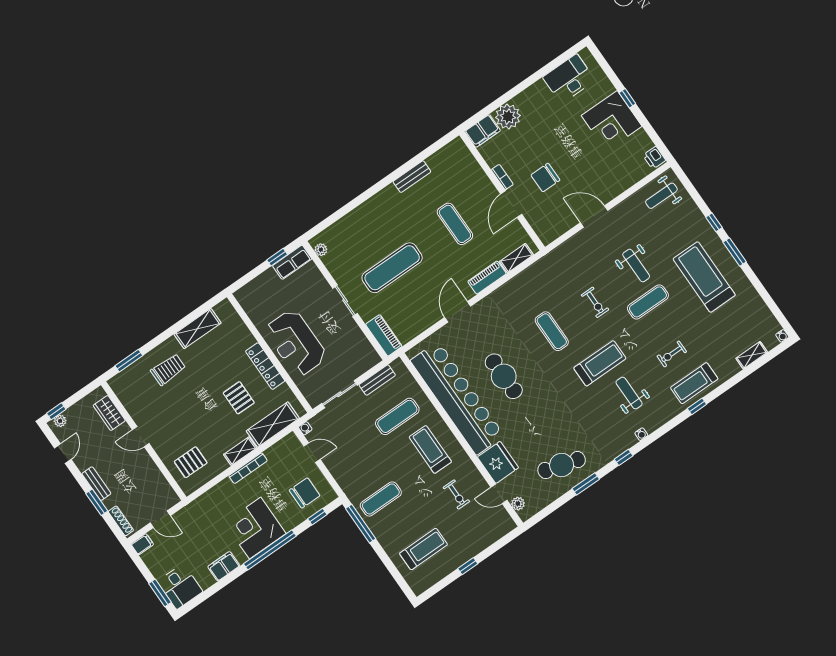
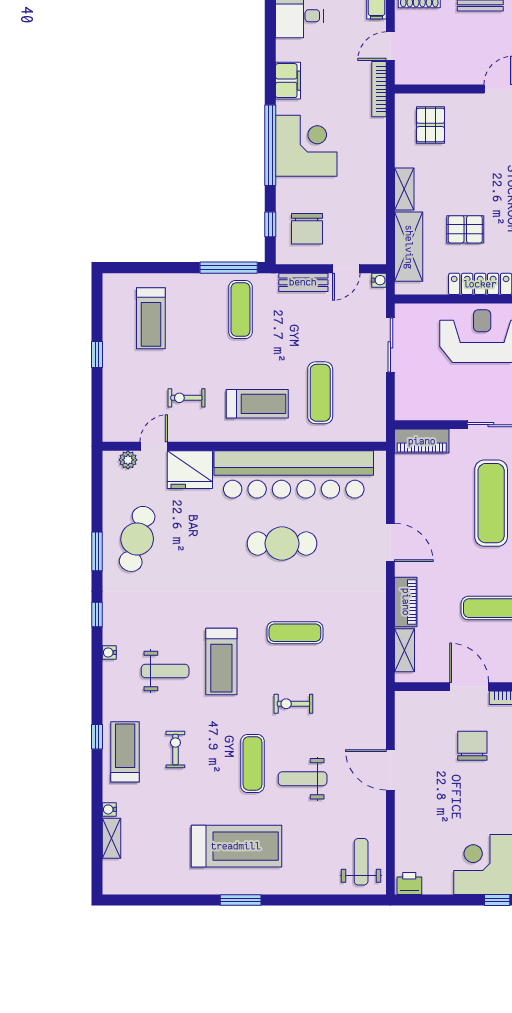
door: (594, 217) -> (390, 770), swing flipped
window: (714, 222) -> (290, 900), removed
water cooler: (782, 336) -> (109, 809), moved
bench: (377, 380) -> (303, 282), moved, turned 90
bookcase: (248, 468) -> (379, 89), moved

